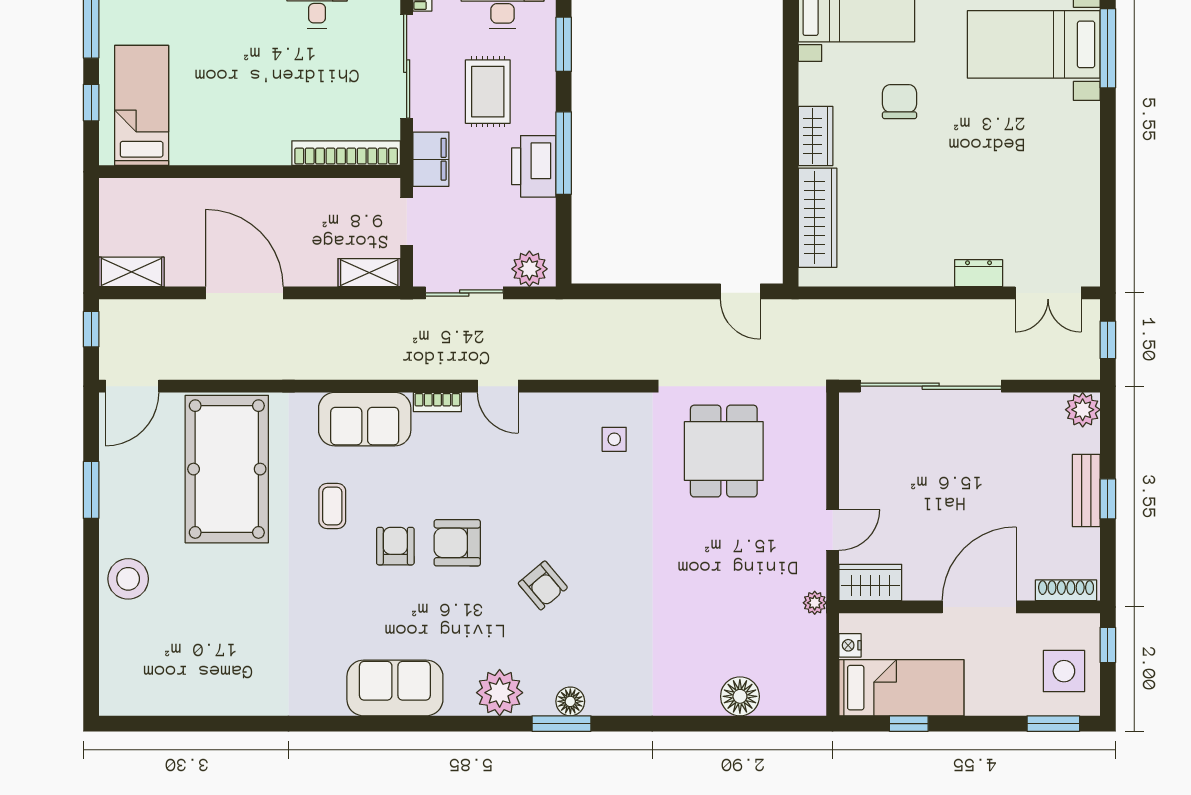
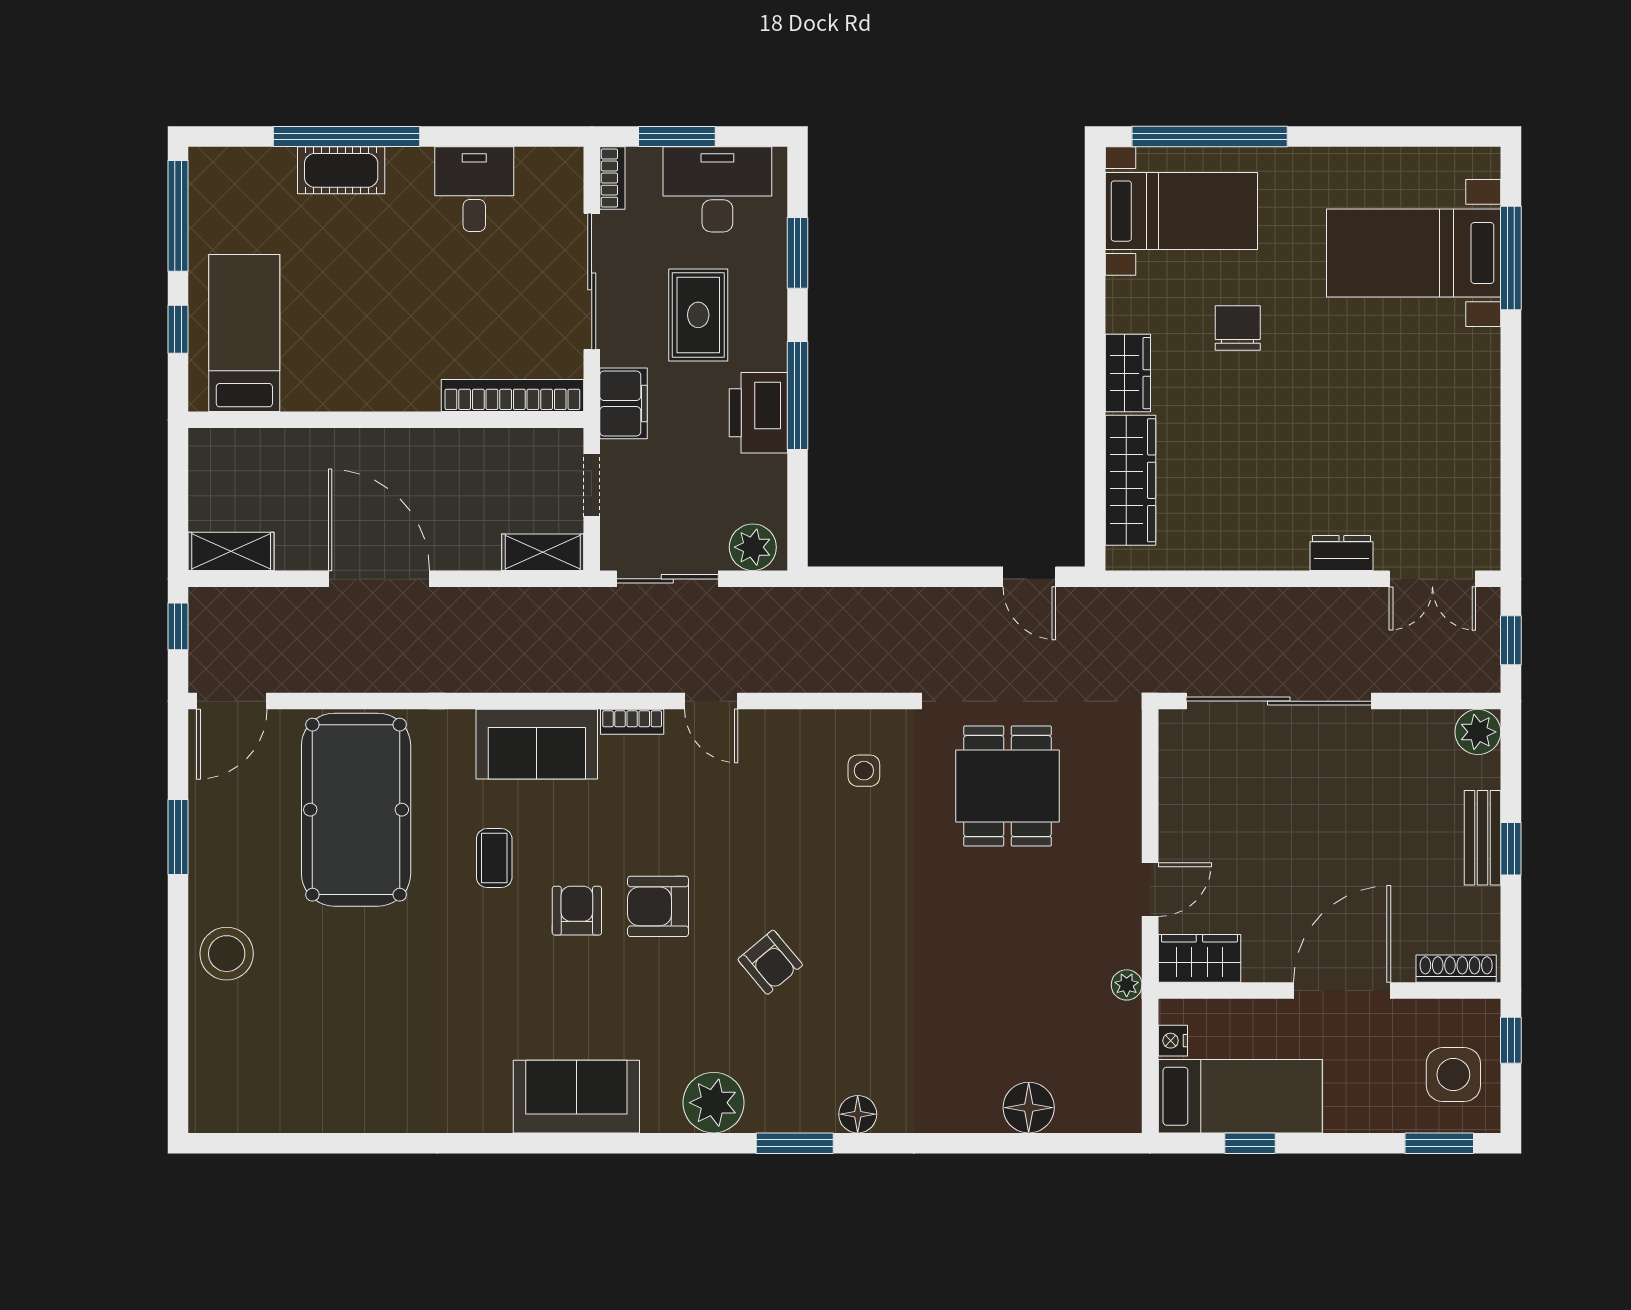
floor lamp: (570, 701) -> (858, 1114), moved

